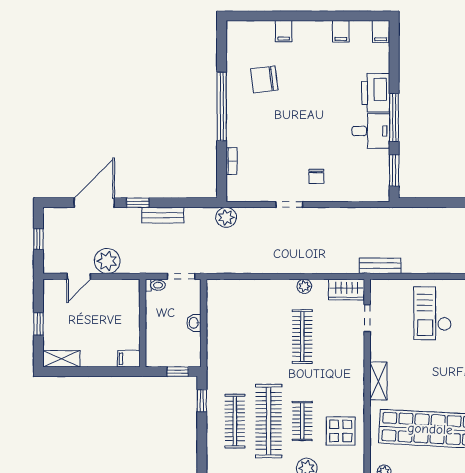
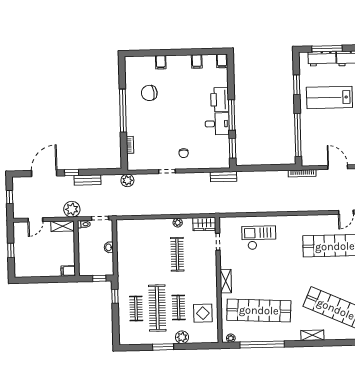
plant: (107, 261) -> (72, 209), moved
bench: (380, 266) -> (223, 177), moved
checkout: (432, 313) -> (259, 238), turned 90
shelving: (61, 359) -> (63, 226), moved
clothes rail: (235, 421) -> (136, 309), width x0.73

